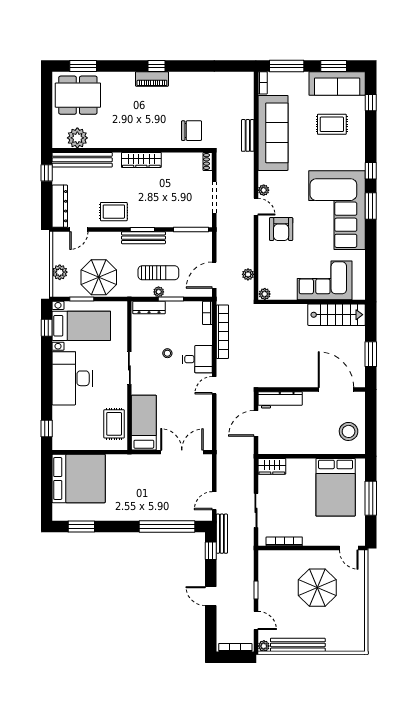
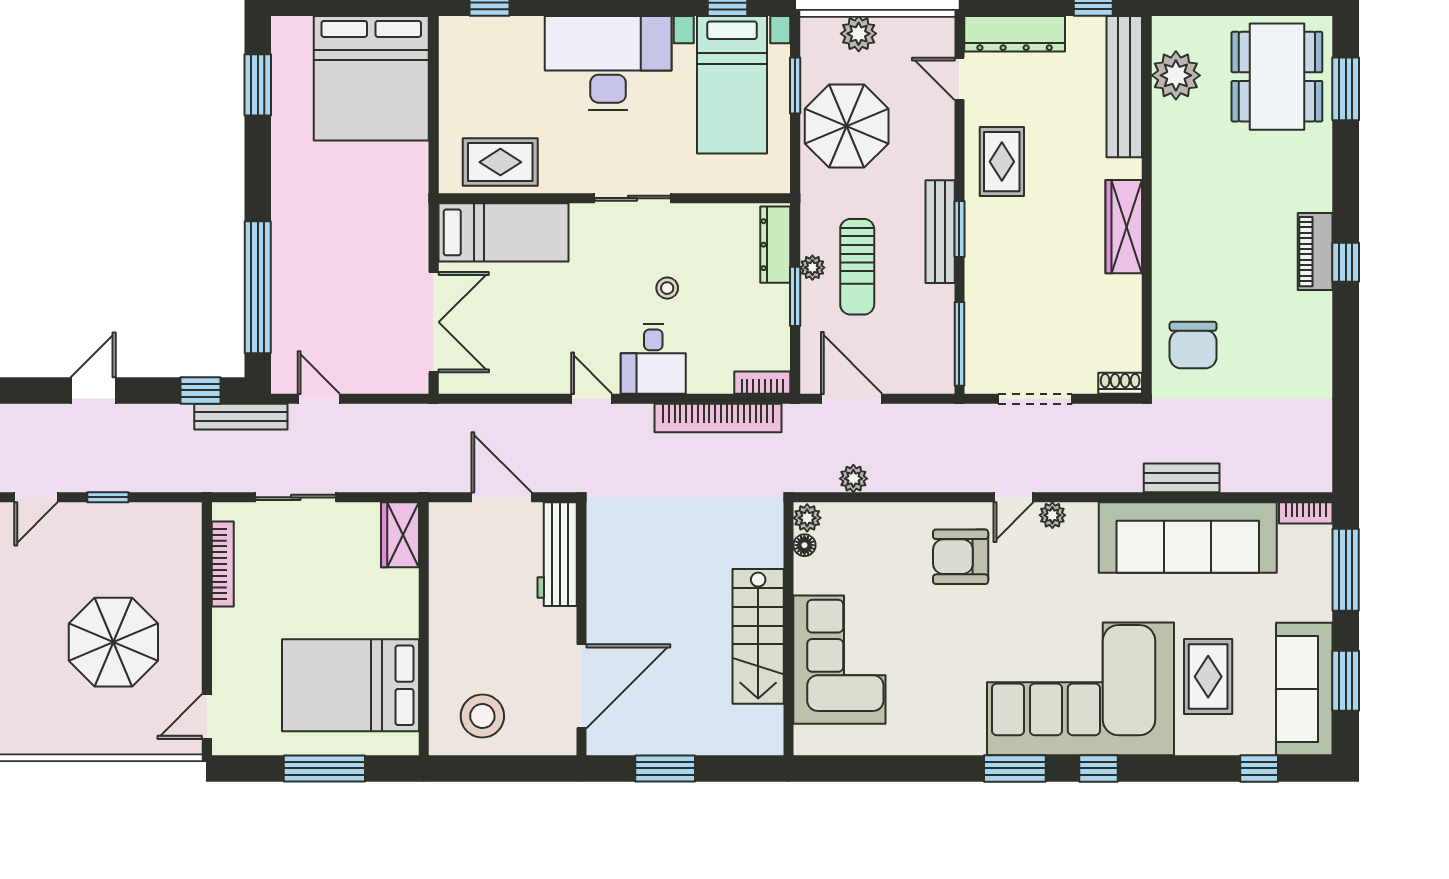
corner sofa: (337, 210) -> (1080, 689), moved
floor lamp: (276, 295) -> (804, 545), added
stairs: (337, 315) -> (758, 636), moved

